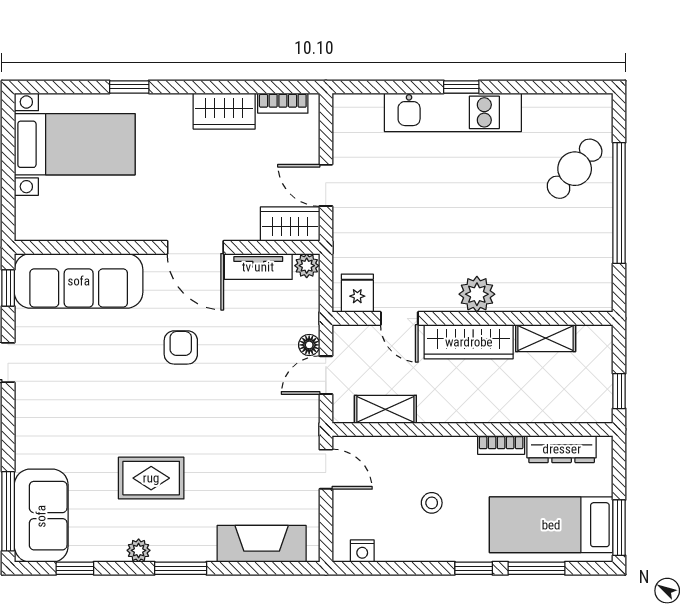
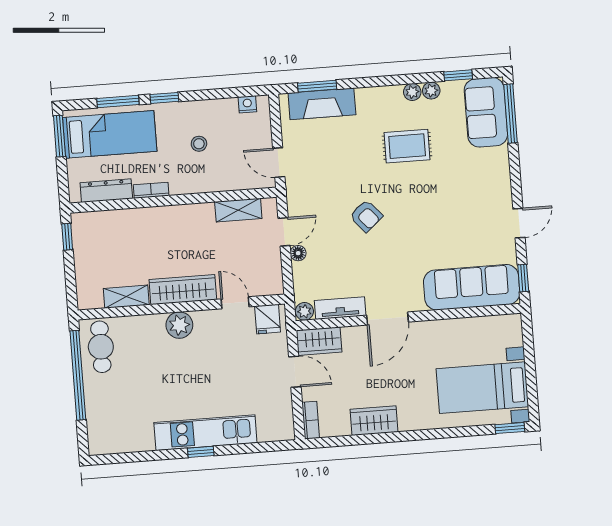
window: (129, 87) -> (510, 428), moved
bookcase: (283, 103) -> (311, 420), moved, turned 90
cafe table: (575, 169) -> (101, 347), moved, turned -41
door: (195, 247) -> (388, 319), swing flipped
fridge: (357, 293) -> (268, 319), moved
plant: (477, 294) -> (179, 325), moved
door: (399, 318) -> (235, 303), moved
wall: (472, 318) -> (181, 307), moved
shelving: (546, 338) -> (126, 297), moved
wardrobe: (469, 342) -> (183, 290), moved
armchair: (181, 347) -> (366, 216), moved, turned -41
plant: (113, 550) -> (431, 91), added
window: (181, 568) -> (317, 86), moved

